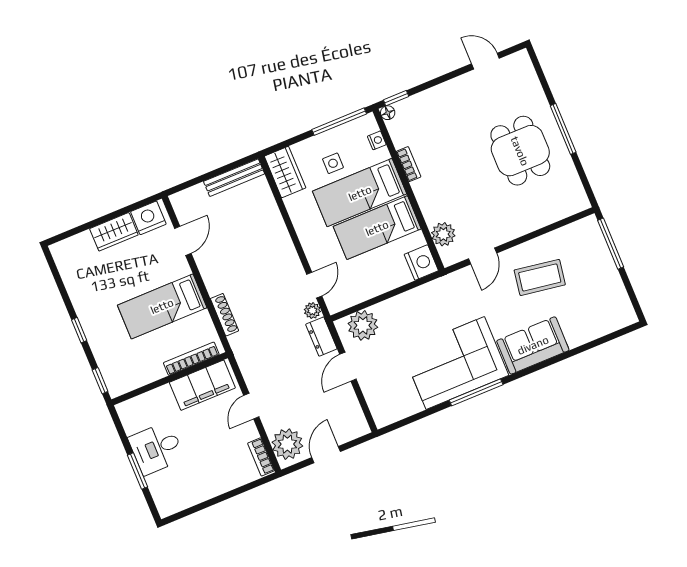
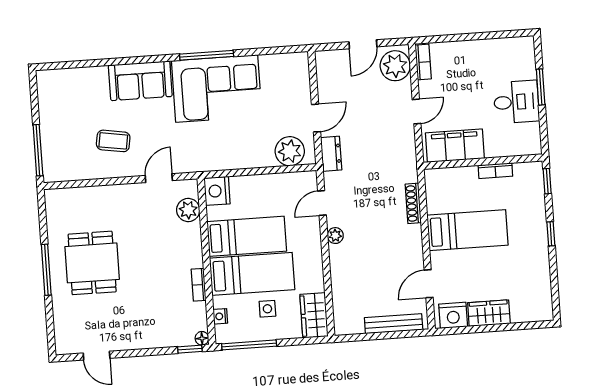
bench: (234, 178) -> (394, 324), moved
coffee table: (540, 277) -> (113, 141), width x0.73, depth x0.77
plant: (312, 311) -> (335, 236), moved
bookcase: (191, 359) -> (495, 171), moved, width x0.64

